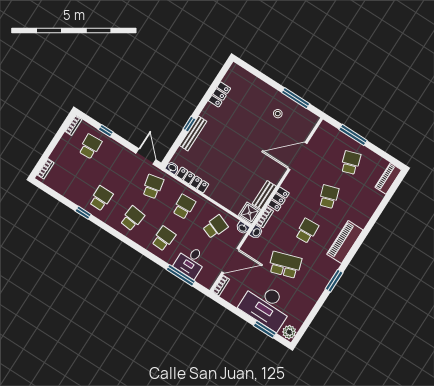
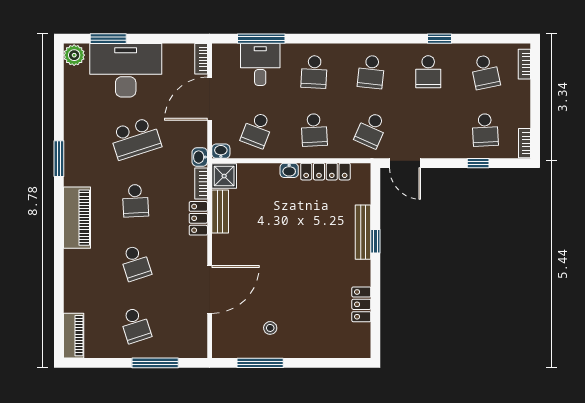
washbasin: (172, 168) -> (289, 170), moved
school desk: (70, 178) -> (485, 72), added
school desk: (153, 187) -> (371, 130), turned 36

